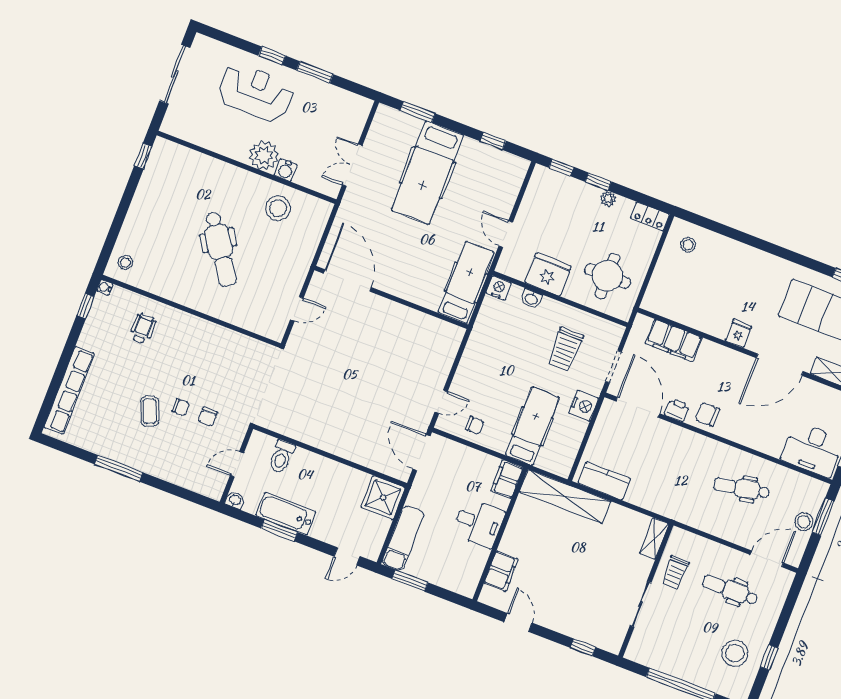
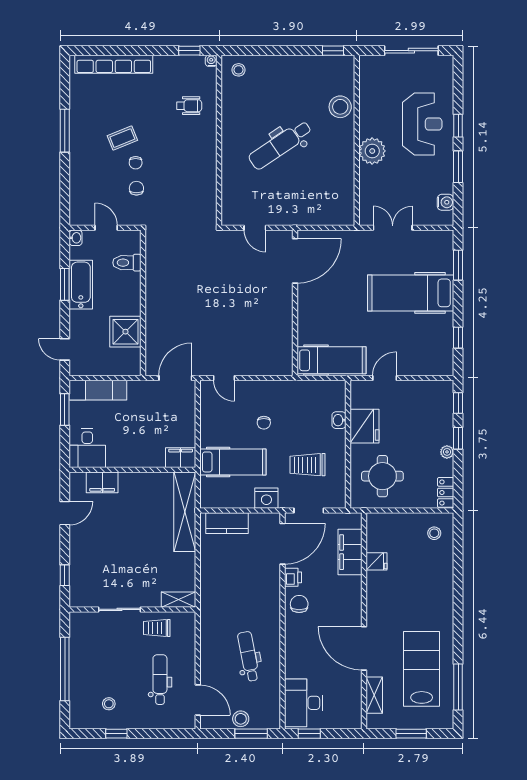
water cooler: (286, 170) -> (445, 202), moved, turned 180
stool: (278, 208) -> (340, 107), moved
nightstand: (499, 288) -> (337, 389), removed
fridge: (738, 334) -> (376, 561), moved
chair: (208, 417) -> (136, 188), turned 90
chair: (475, 425) -> (264, 423), moved
kitchen counter: (604, 481) -> (227, 523), moved, turned 90
shower: (383, 498) -> (125, 332), moved
desk: (479, 523) -> (87, 448), moved
stool: (735, 653) -> (109, 704), width x0.53, depth x0.53

